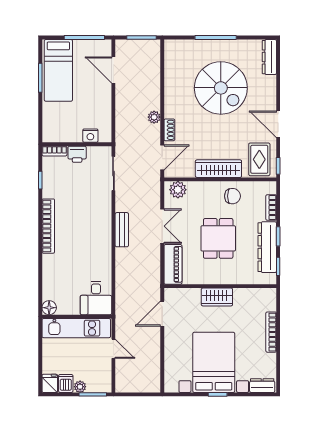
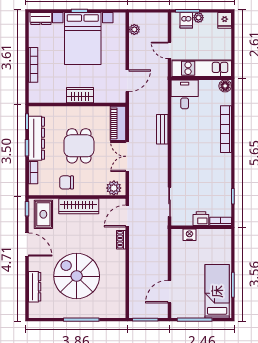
dresser: (269, 57) -> (35, 287), moved
door: (113, 70) -> (170, 292), swing flipped
plant: (154, 117) -> (134, 29), moved
bookcase: (48, 226) -> (226, 129), moved
bench: (122, 230) -> (162, 129), moved
dishwasher: (66, 383) -> (186, 20), moved

